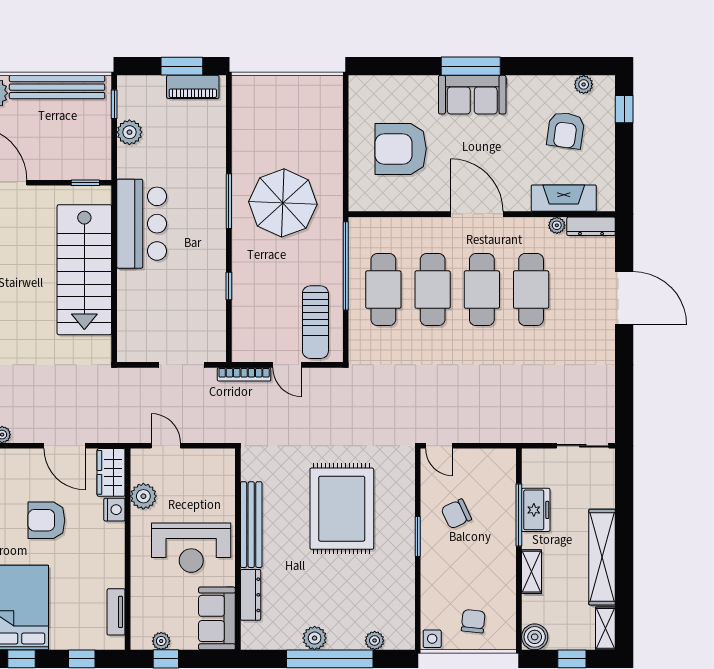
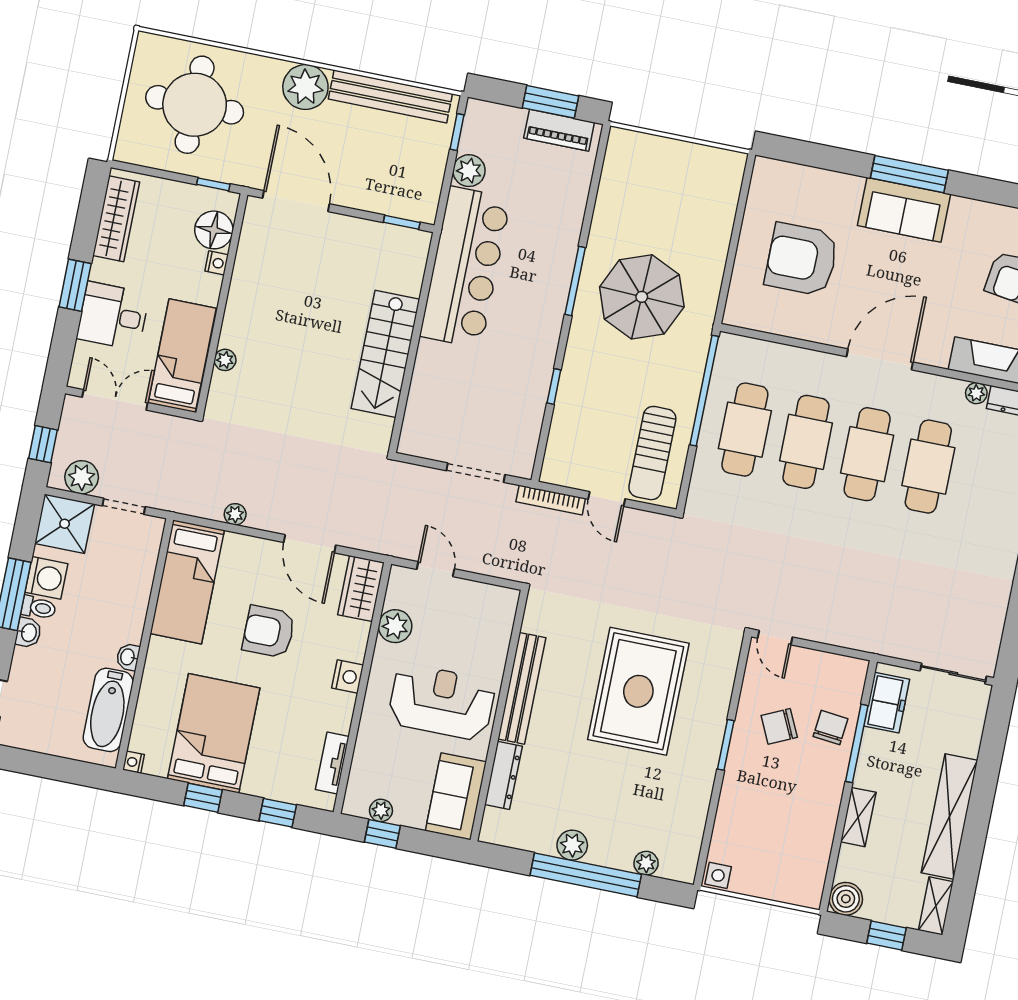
door: (477, 214) -> (880, 359), hinge flipped
bar counter: (142, 224) -> (465, 267), width x1.36
stairs: (84, 270) -> (386, 354), width x0.73, depth x0.66
nightstand: (114, 510) -> (348, 677), moved
freezer: (536, 510) -> (887, 703), moved
reception desk: (191, 548) -> (442, 702), turned 180
chair: (473, 621) -> (830, 728), moved

